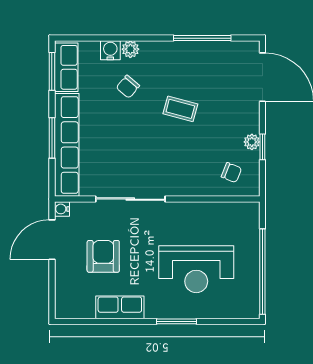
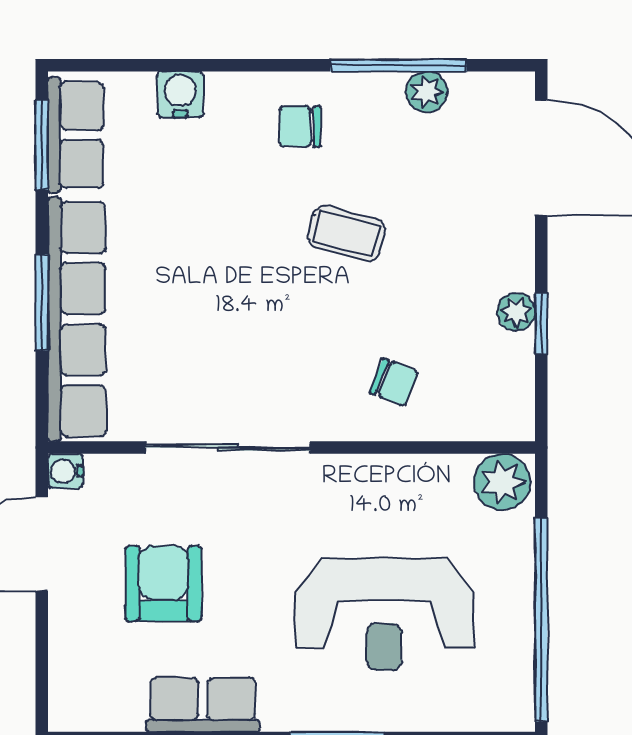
plant: (130, 49) -> (427, 92), moved
chair: (128, 87) -> (300, 126), moved, turned 50
chair: (231, 173) -> (394, 382), moved
plant: (246, 214) -> (502, 482), added

